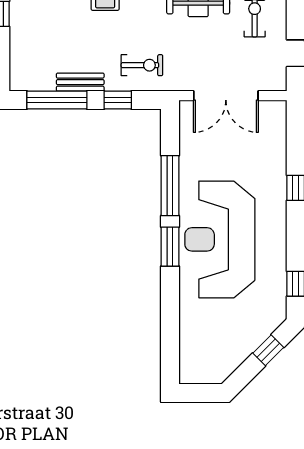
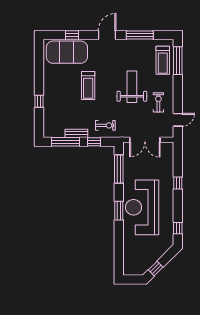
window: (170, 186) -> (119, 169), moved
window: (268, 350) -> (156, 269), moved

